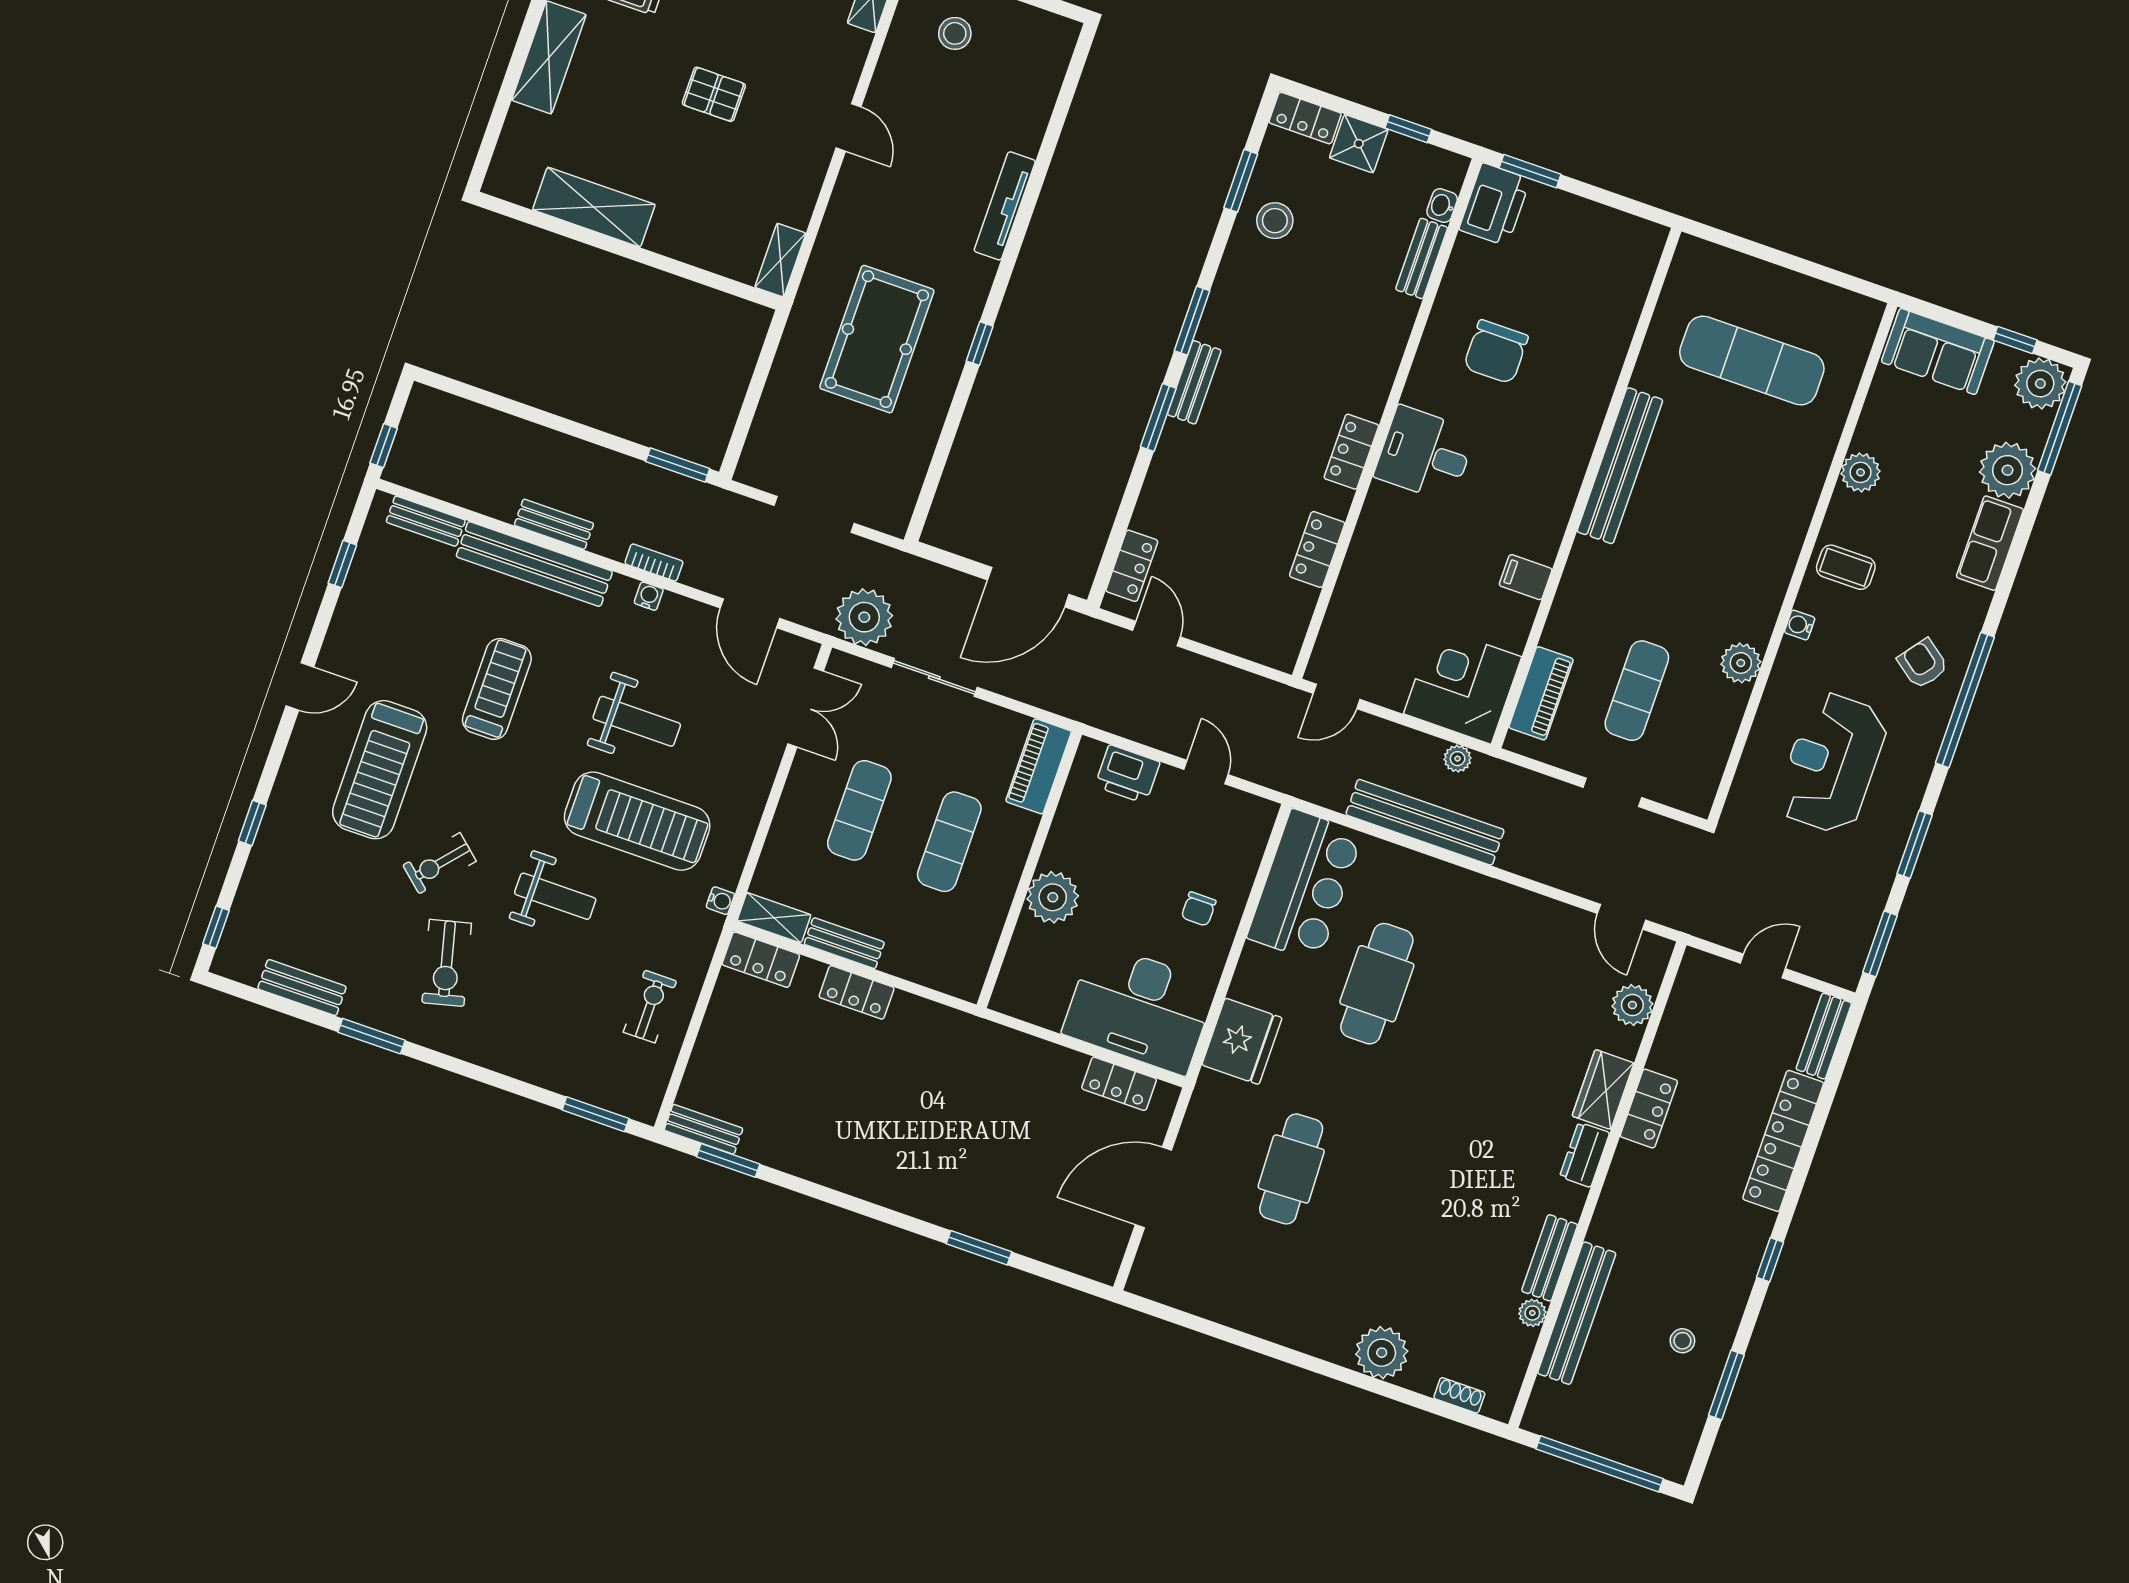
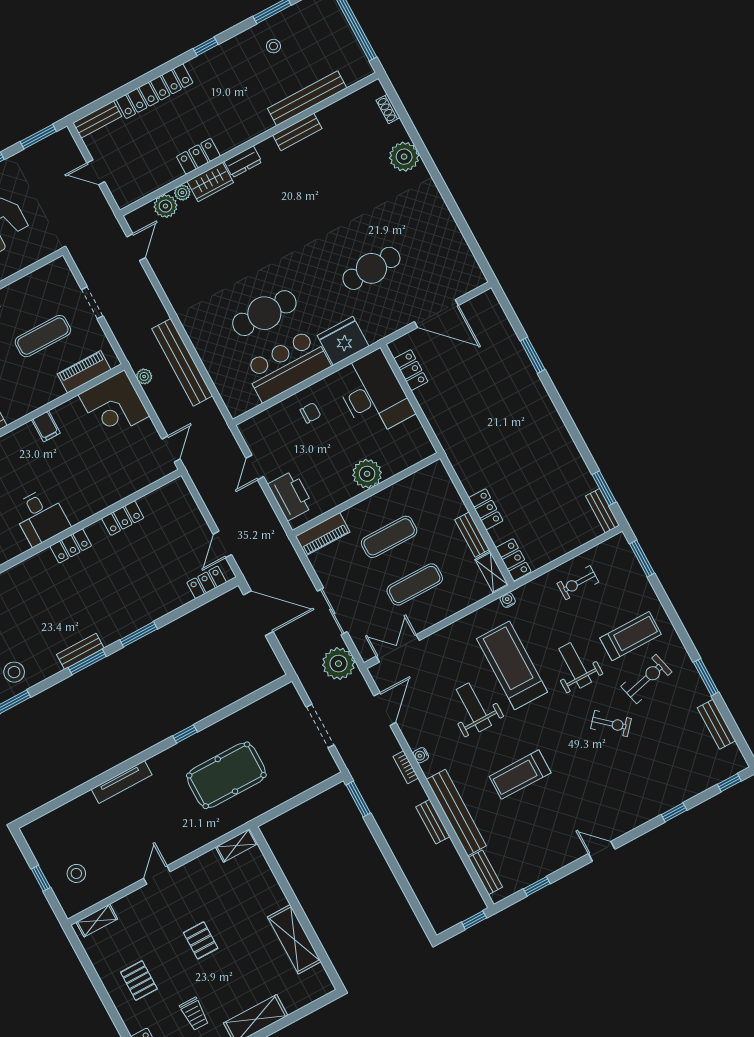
bench: (1194, 382) -> (80, 651), moved
door: (1337, 696) -> (171, 449), hinge flipped
treadmill: (380, 770) -> (631, 636), moved, width x0.73, depth x0.73
printer: (1127, 774) -> (291, 496), width x1.37, depth x1.19
bar counter: (1305, 885) -> (287, 366), moved
plant: (1532, 1313) -> (182, 193), moved

